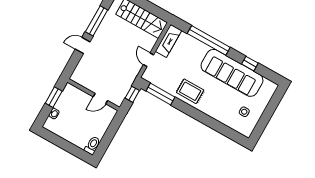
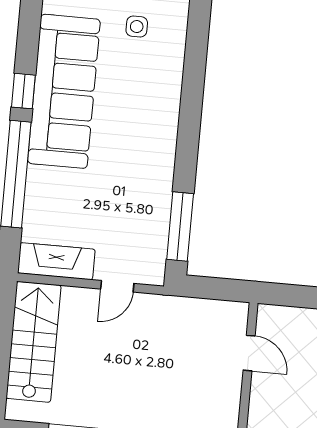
window: (250, 64) -> (23, 91), moved
rug: (190, 91) -> (145, 165), removed
window: (132, 94) -> (208, 288), removed

